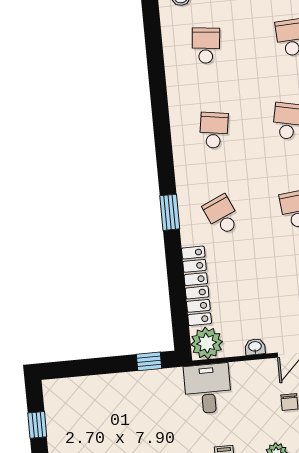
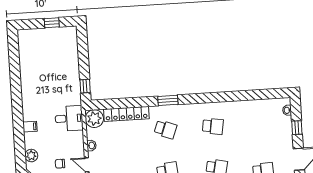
school desk: (206, 46) -> (260, 123), removed
school desk: (222, 215) -> (165, 129), turned 45

